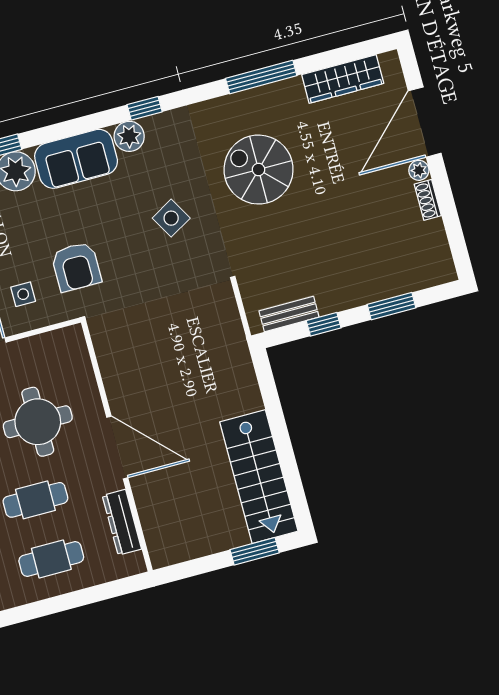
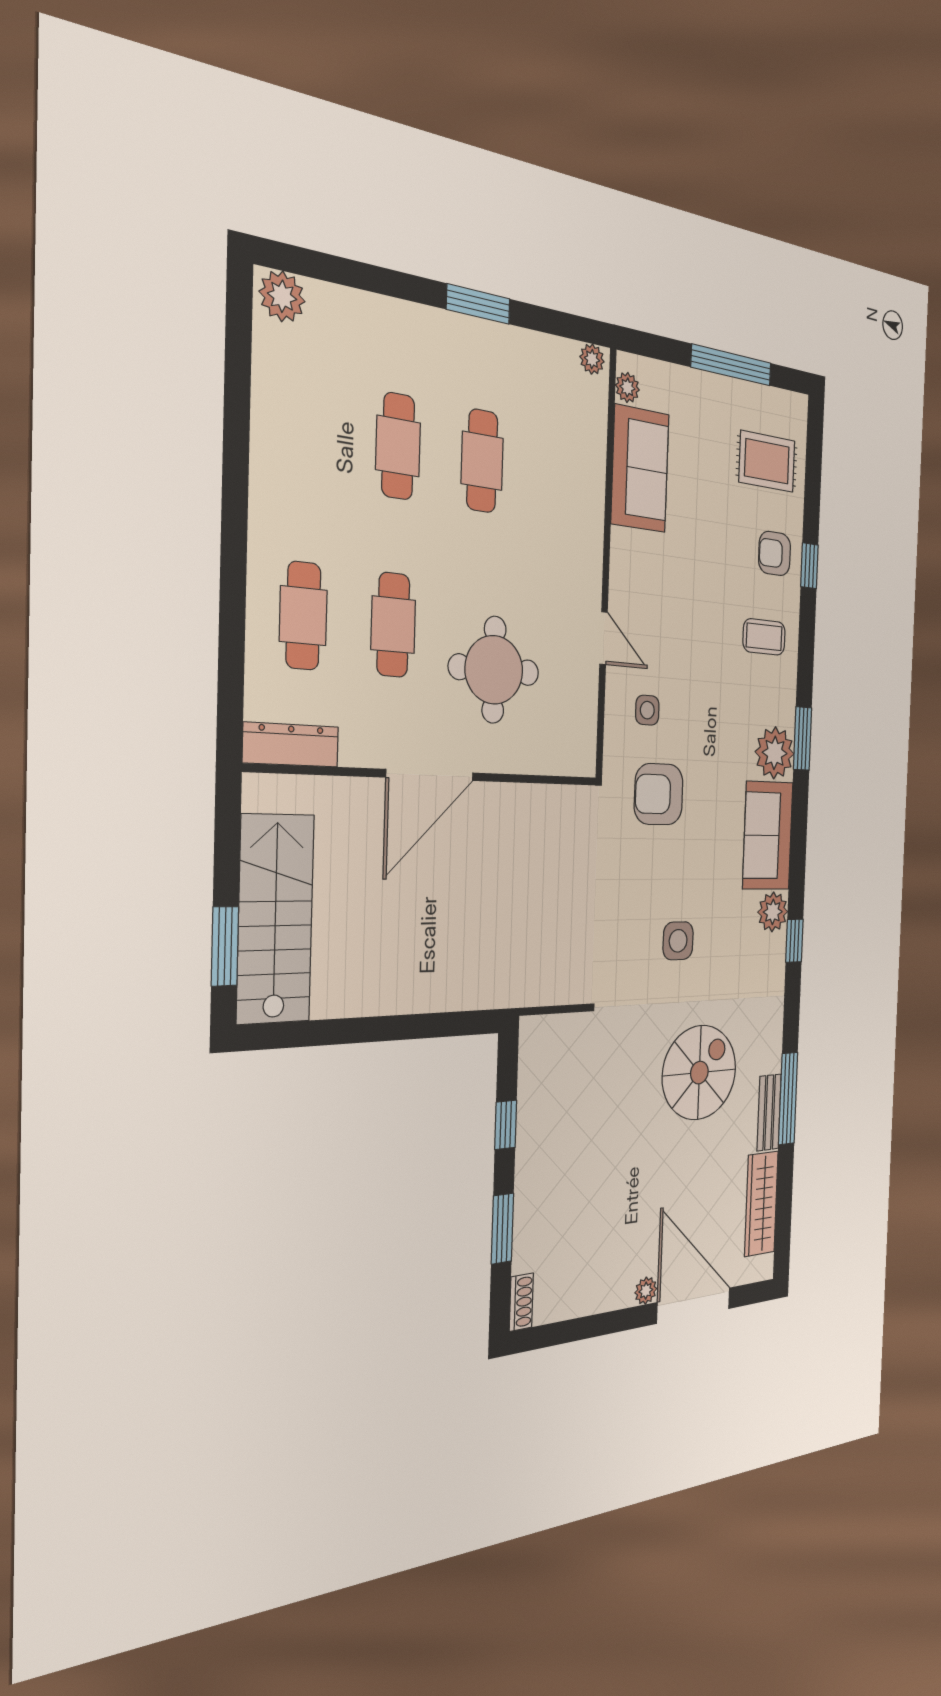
shoe rack: (428, 200) -> (521, 1302), moved, turned 90
side table: (171, 218) -> (678, 941), turned 30
bench: (289, 314) -> (769, 1112), moved
stairs: (259, 477) -> (275, 919), moved, turned 90
dresser: (122, 522) -> (291, 745), moved

